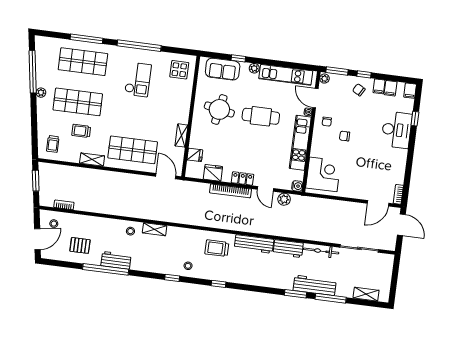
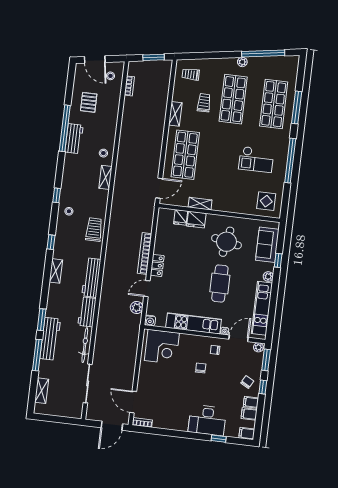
fridge: (213, 173) -> (196, 220), moved, turned 90
trolley: (217, 248) -> (94, 230), moved
shelving: (247, 279) -> (56, 271), added

